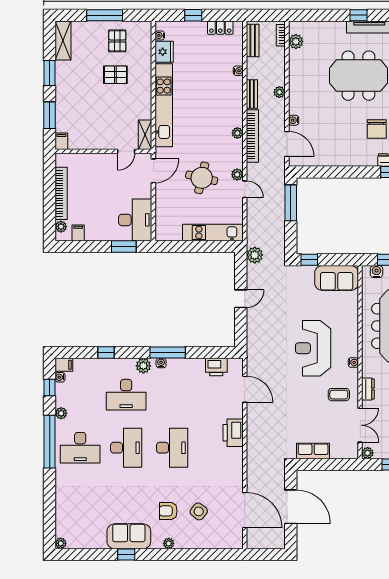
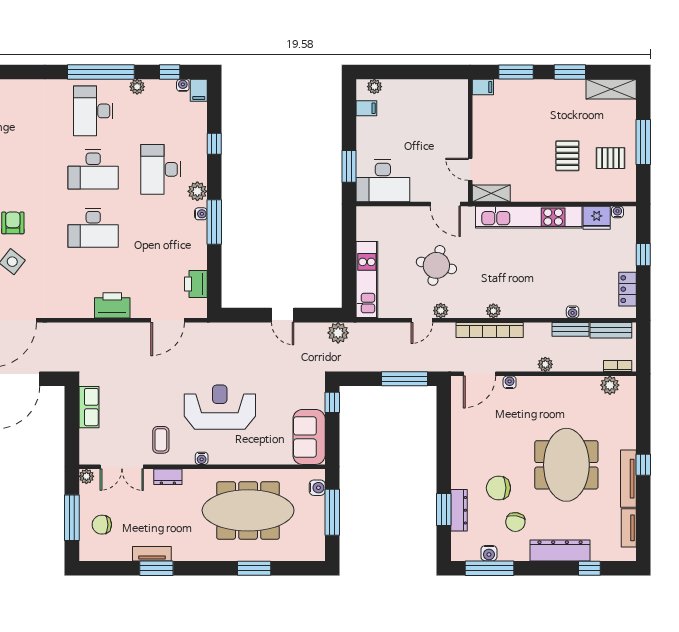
bench: (252, 94) -> (570, 329), moved
bookcase: (61, 193) -> (417, 87), removed

